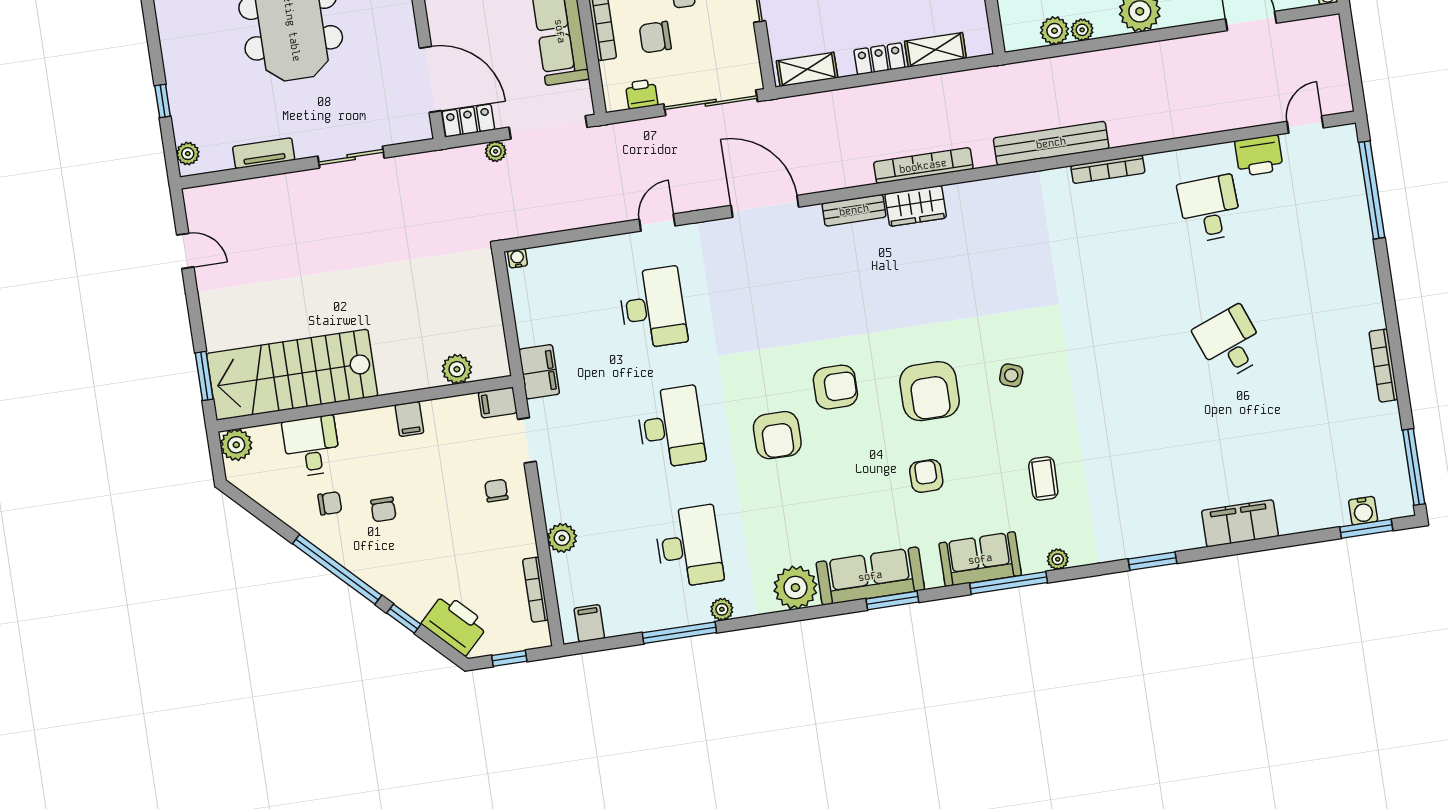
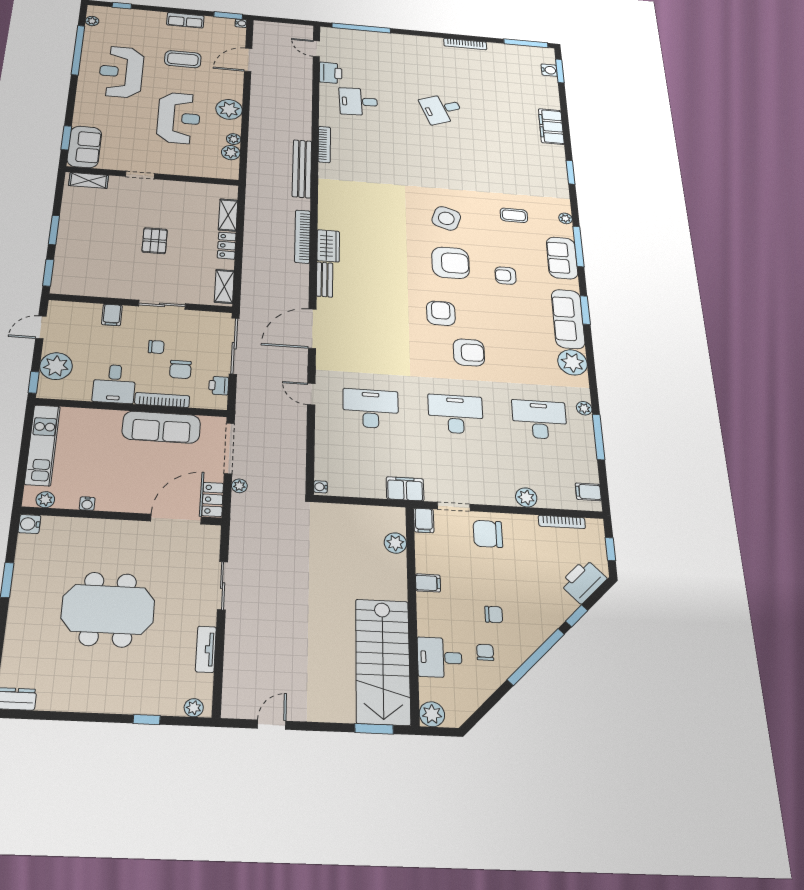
side table: (1011, 375) -> (446, 218), width x1.87, depth x1.87
chair: (496, 491) -> (488, 534), width x1.87, depth x1.87

